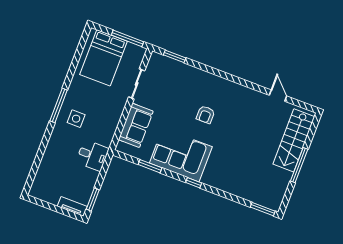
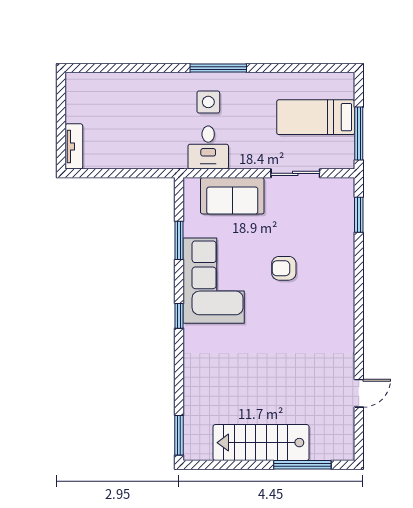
bed: (103, 58) -> (316, 117), width x0.67
armchair: (206, 115) -> (284, 268), moved
stairs: (294, 140) -> (261, 443), moved
desk: (92, 155) -> (208, 148), moved
window: (299, 165) -> (302, 465), moved
window: (93, 200) -> (96, 173), removed

